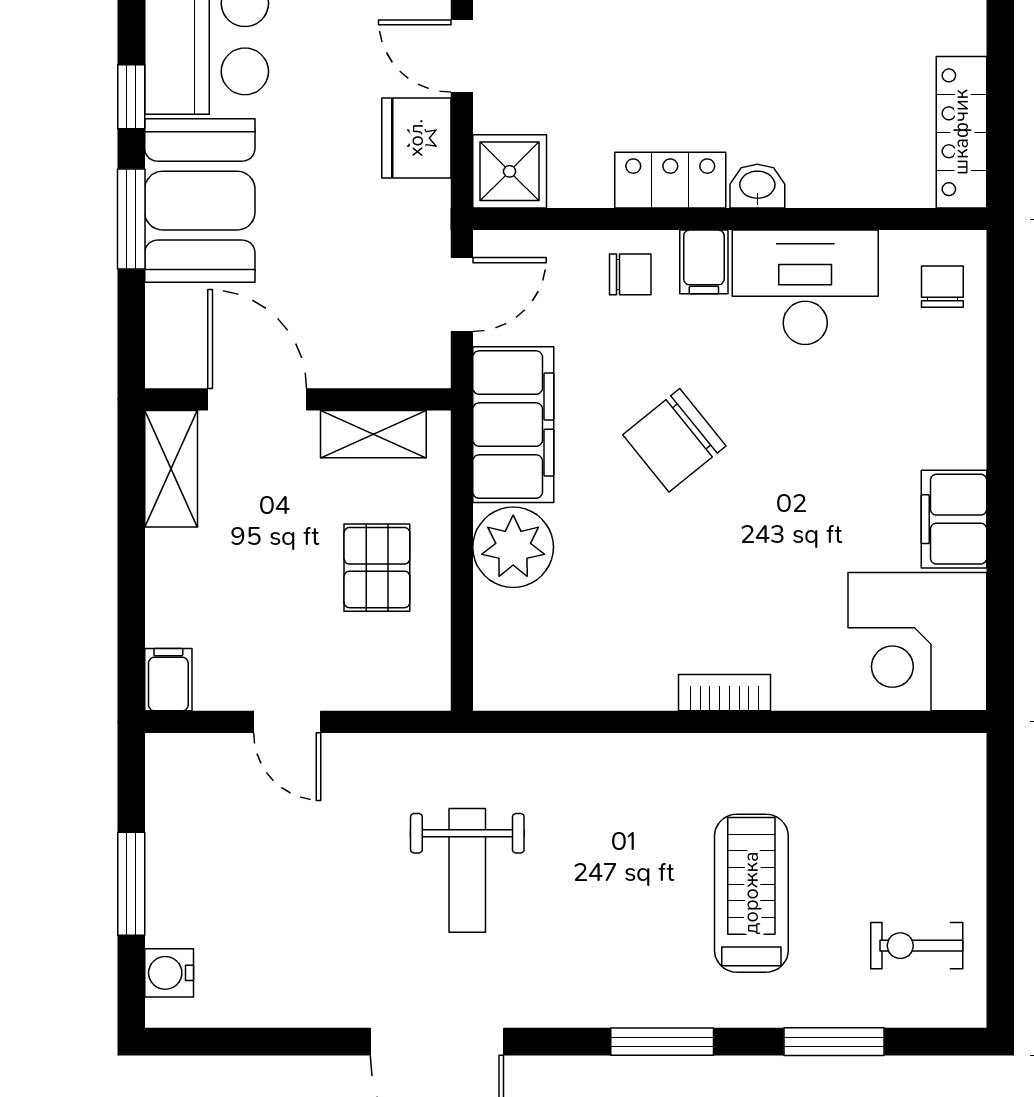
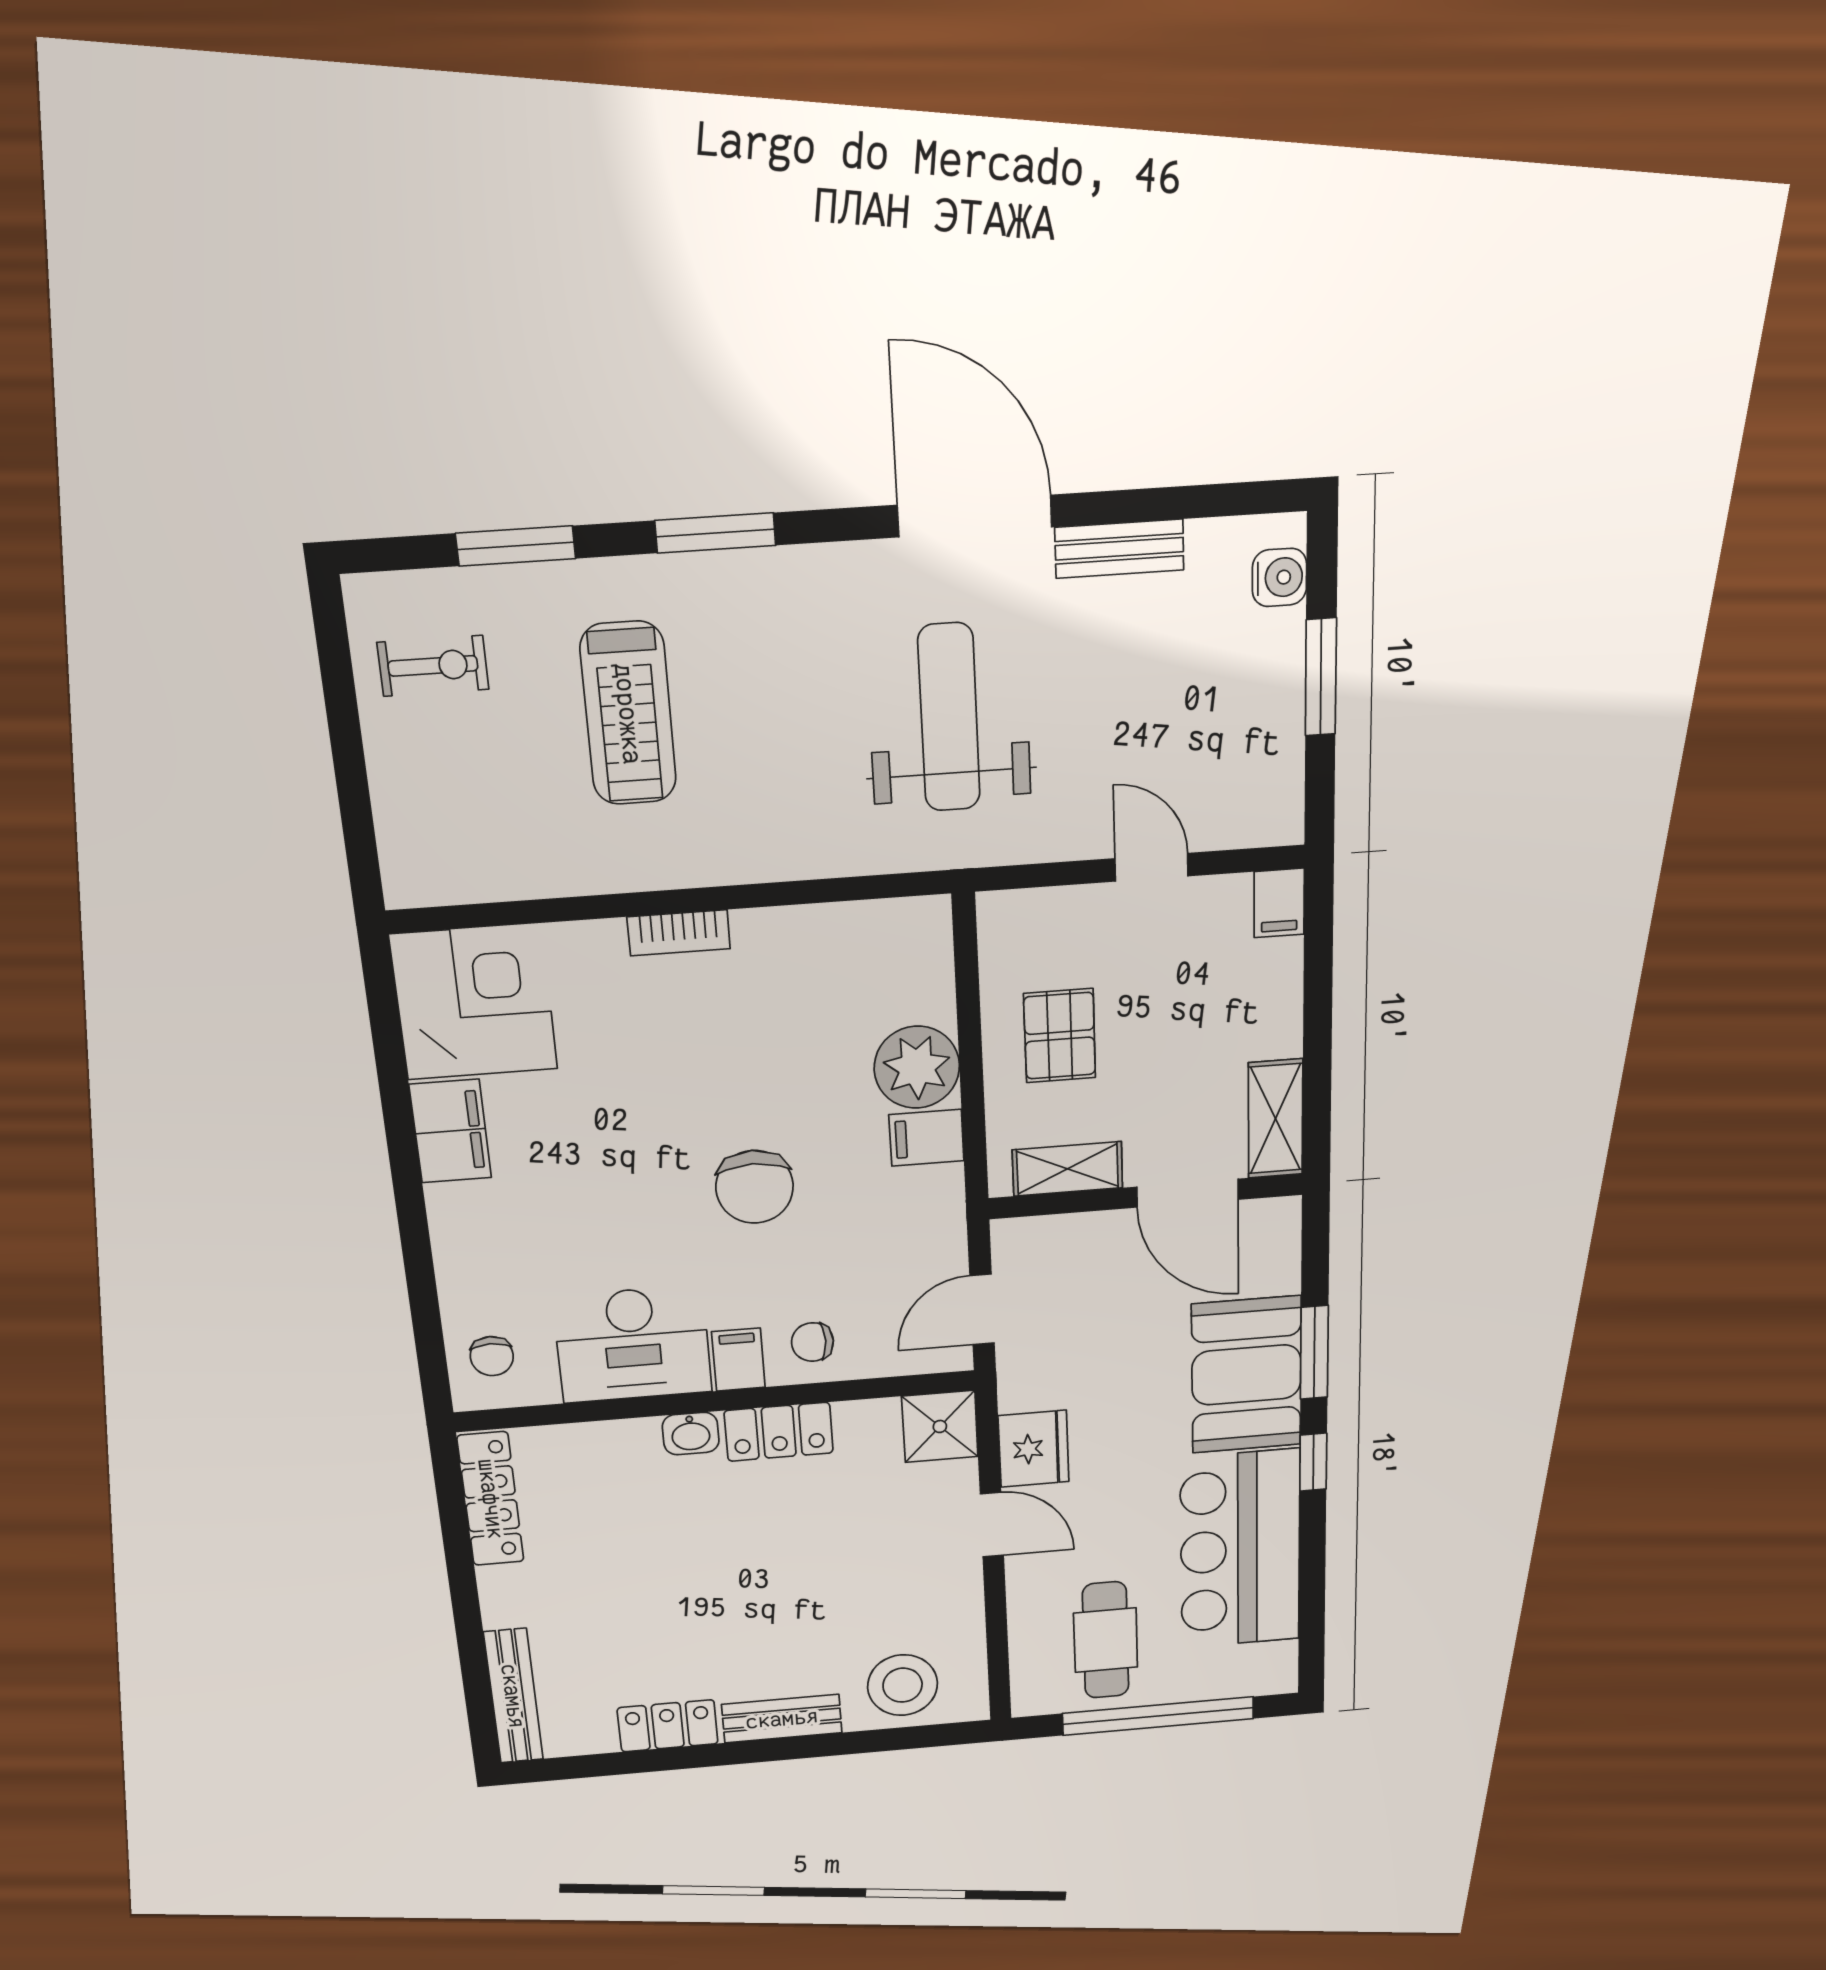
filing cabinet: (513, 425) -> (927, 1138), width x0.33, depth x0.86
chair: (674, 440) -> (755, 1187), turned 129
weight bench: (467, 870) -> (949, 718), width x1.36, depth x1.33
bench: (311, 1006) -> (1119, 549), added

